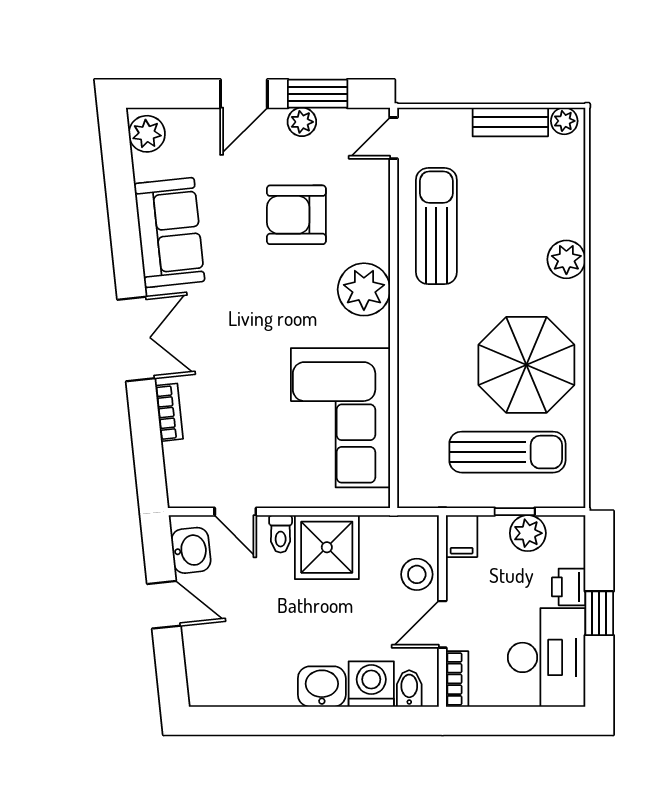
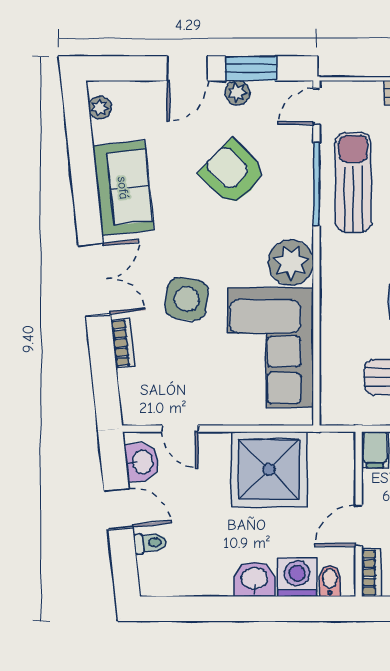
plant: (147, 134) -> (100, 108), width x0.73, depth x0.73
armchair: (296, 215) -> (233, 173), turned 44
window: (394, 228) -> (316, 184), added
plant: (364, 289) -> (291, 263), moved
side table: (243, 361) -> (187, 299), added
toilet: (281, 534) -> (150, 543), moved, turned -96
shower: (327, 547) -> (269, 469), width x1.37, depth x1.37
stool: (417, 574) -> (336, 483), removed

